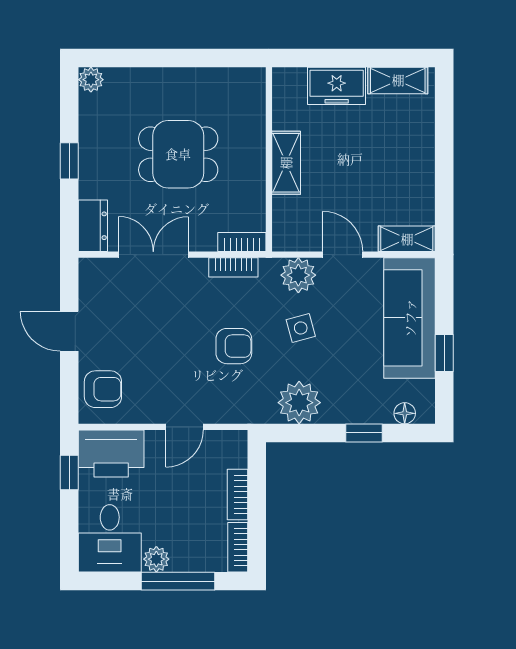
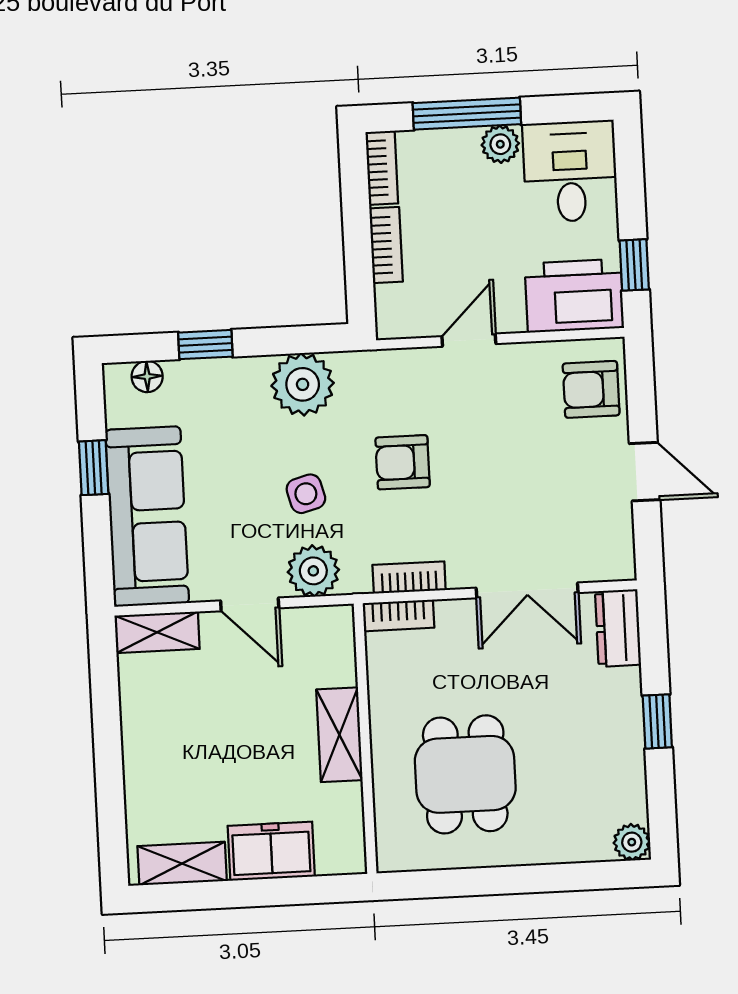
dining table: (178, 154) -> (465, 774), moved, turned 90

